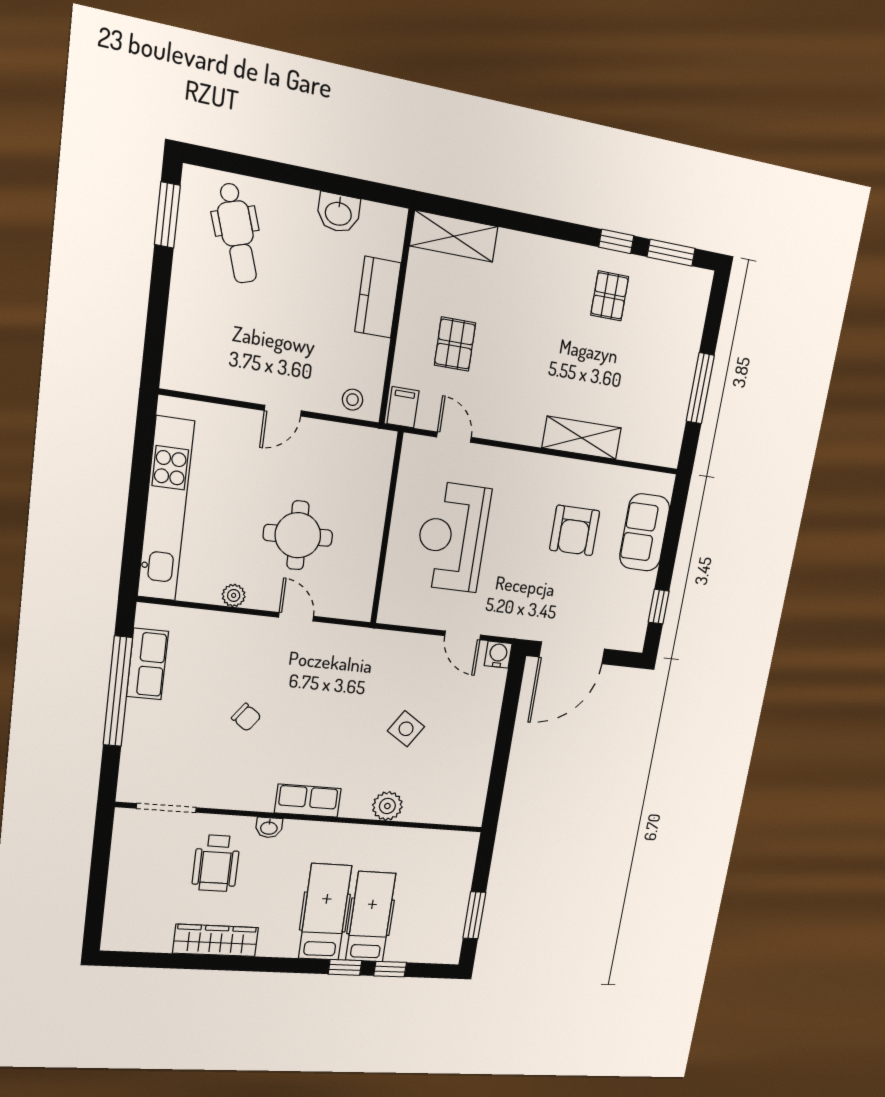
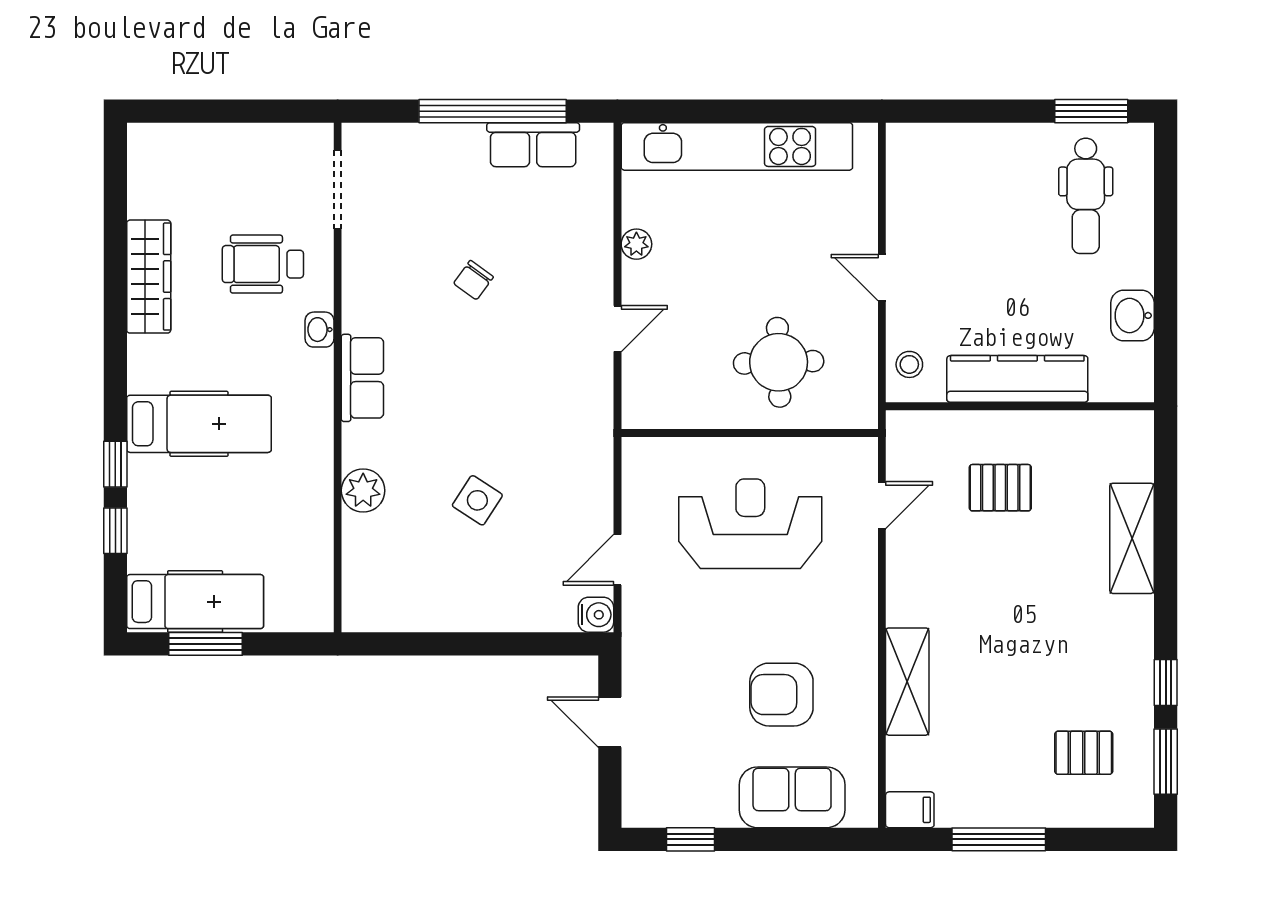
dental chair: (237, 233) -> (1086, 196), turned -72
shelving: (454, 236) -> (1132, 538), moved
pallet: (610, 296) -> (1084, 753), moved
kitchen counter: (378, 297) -> (1017, 379), width x1.50
filing cabinet: (403, 407) -> (910, 810), moved
round table: (298, 535) -> (779, 362), moved
door: (572, 653) -> (610, 722), width x0.53
hospital bed: (371, 917) -> (195, 602), moved

